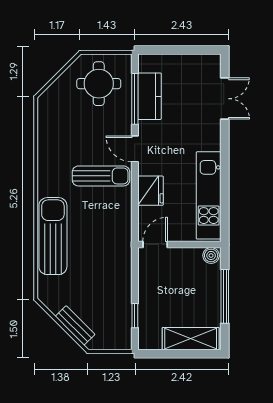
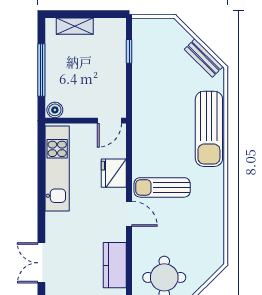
window: (135, 99) -> (129, 263), removed
bench: (75, 325) -> (204, 58), moved
shelving: (191, 339) -> (75, 26), width x0.67, depth x0.75

